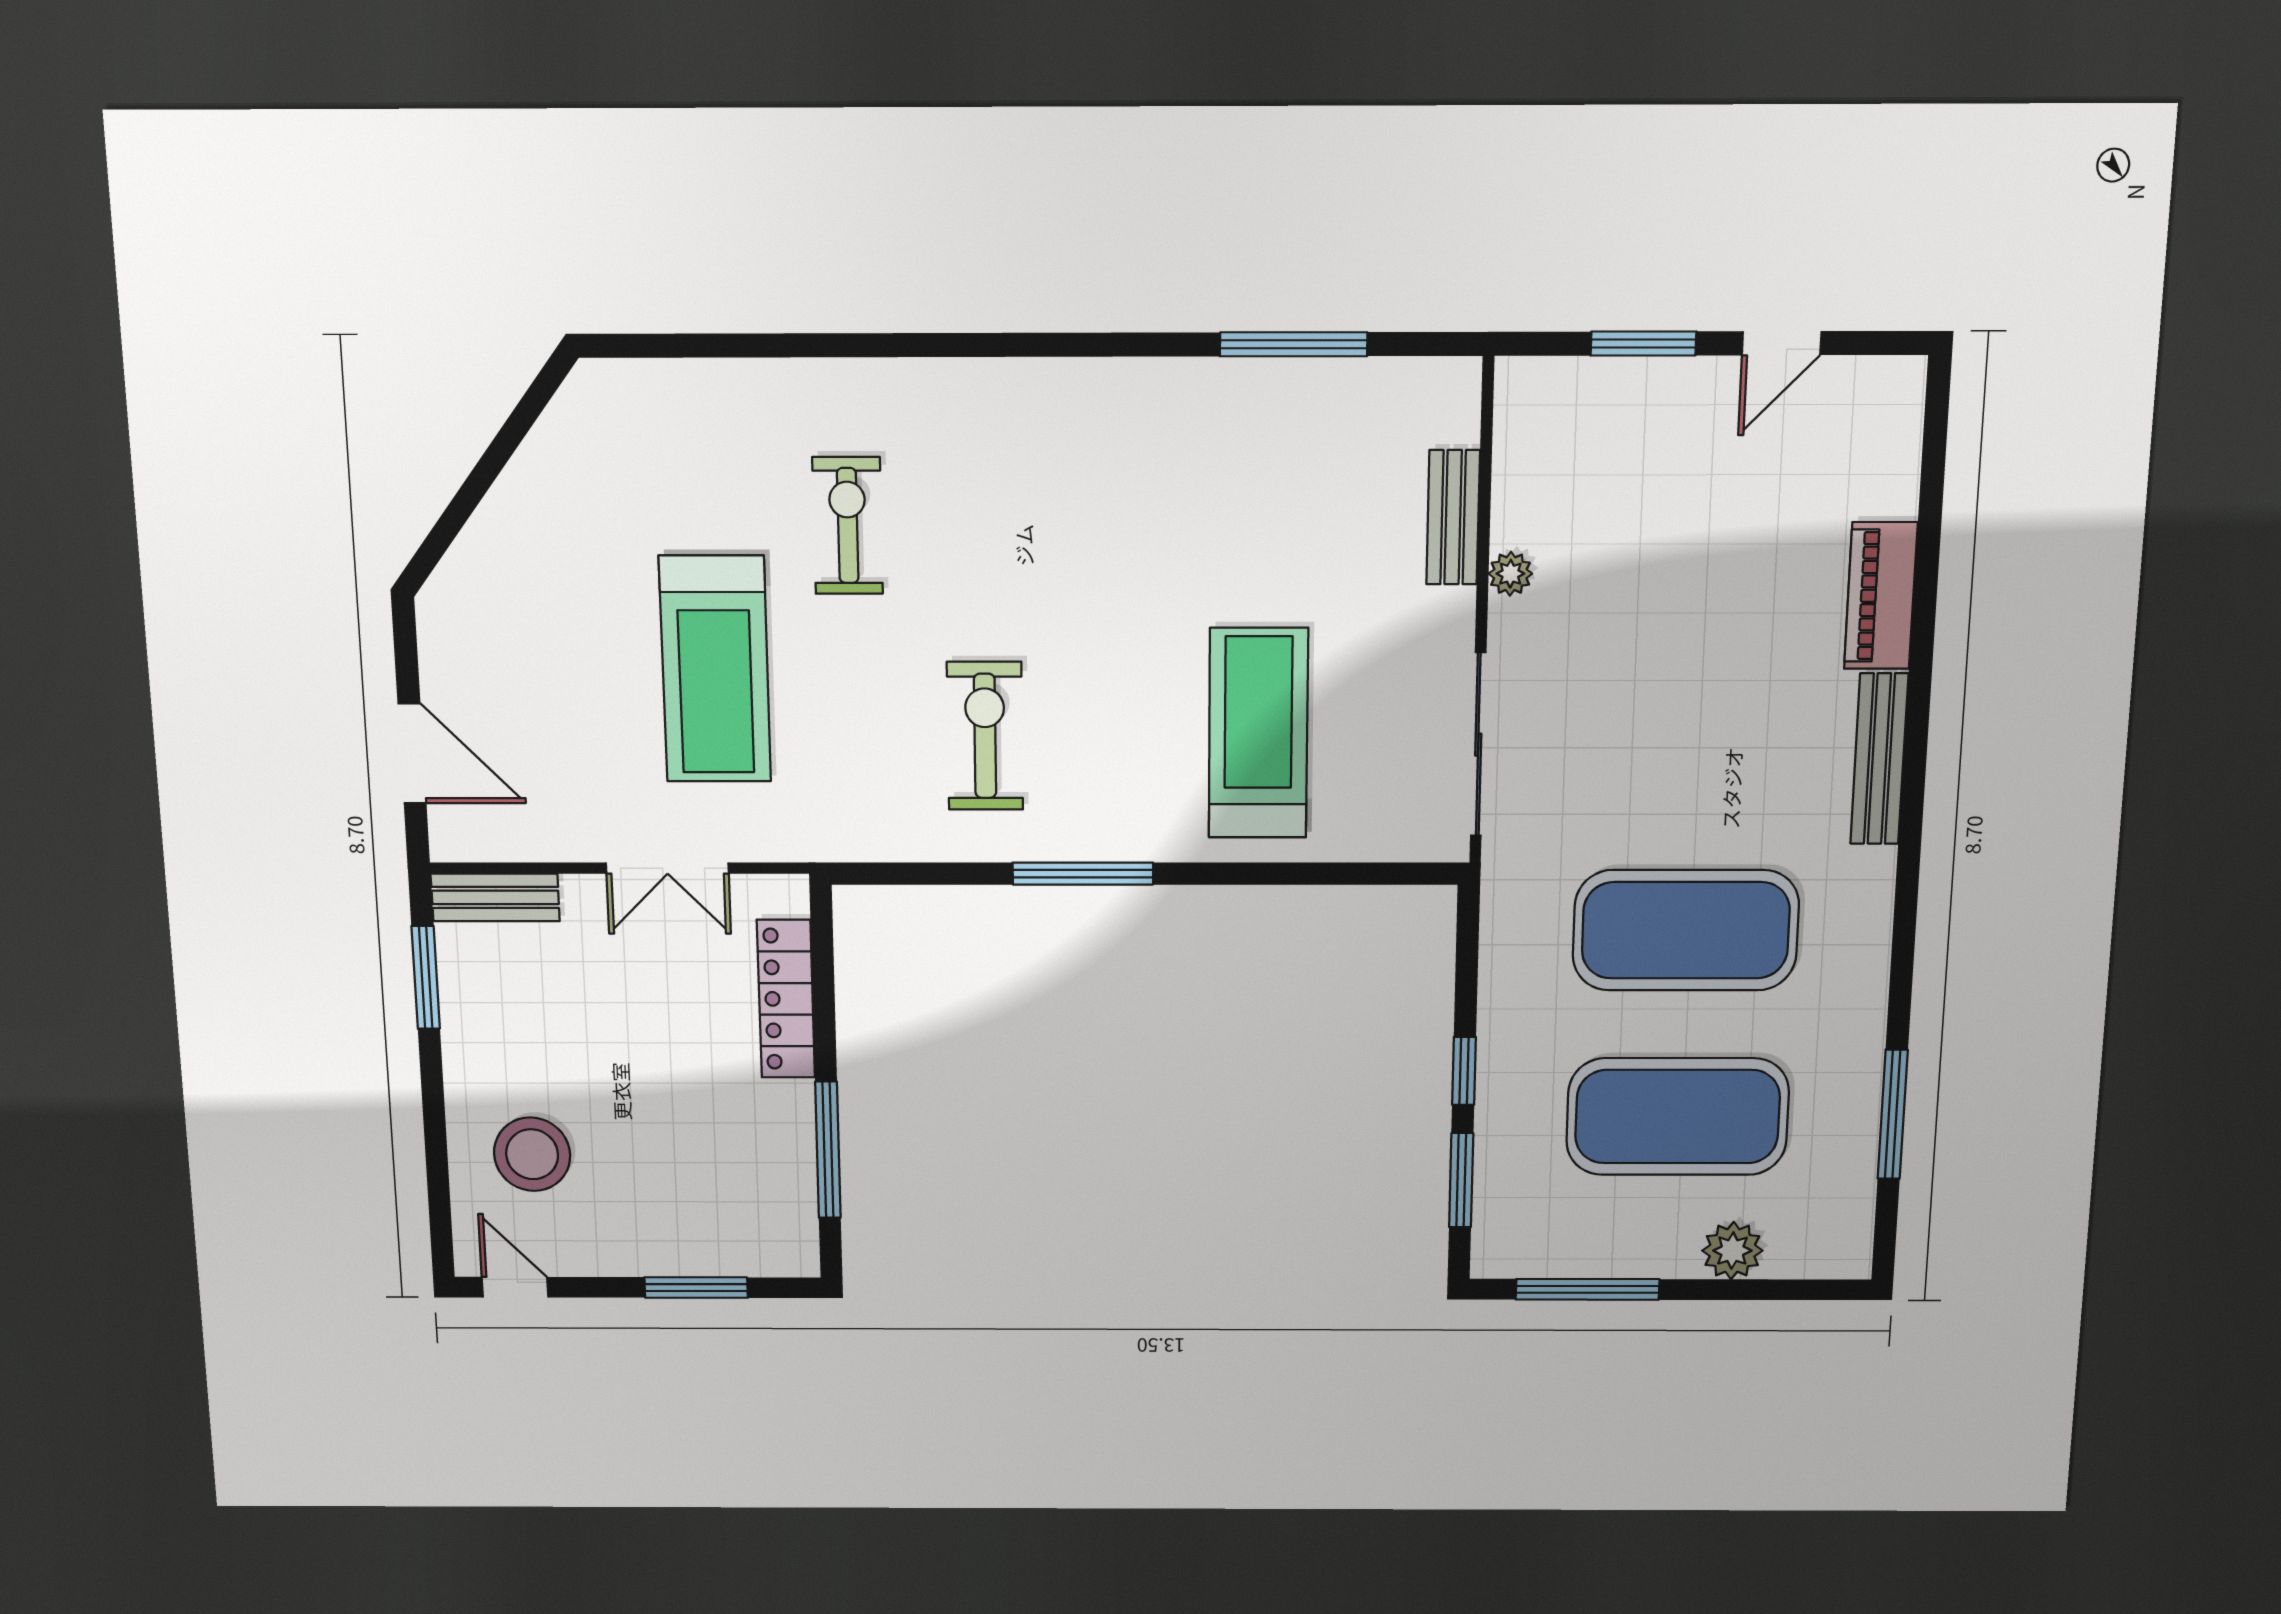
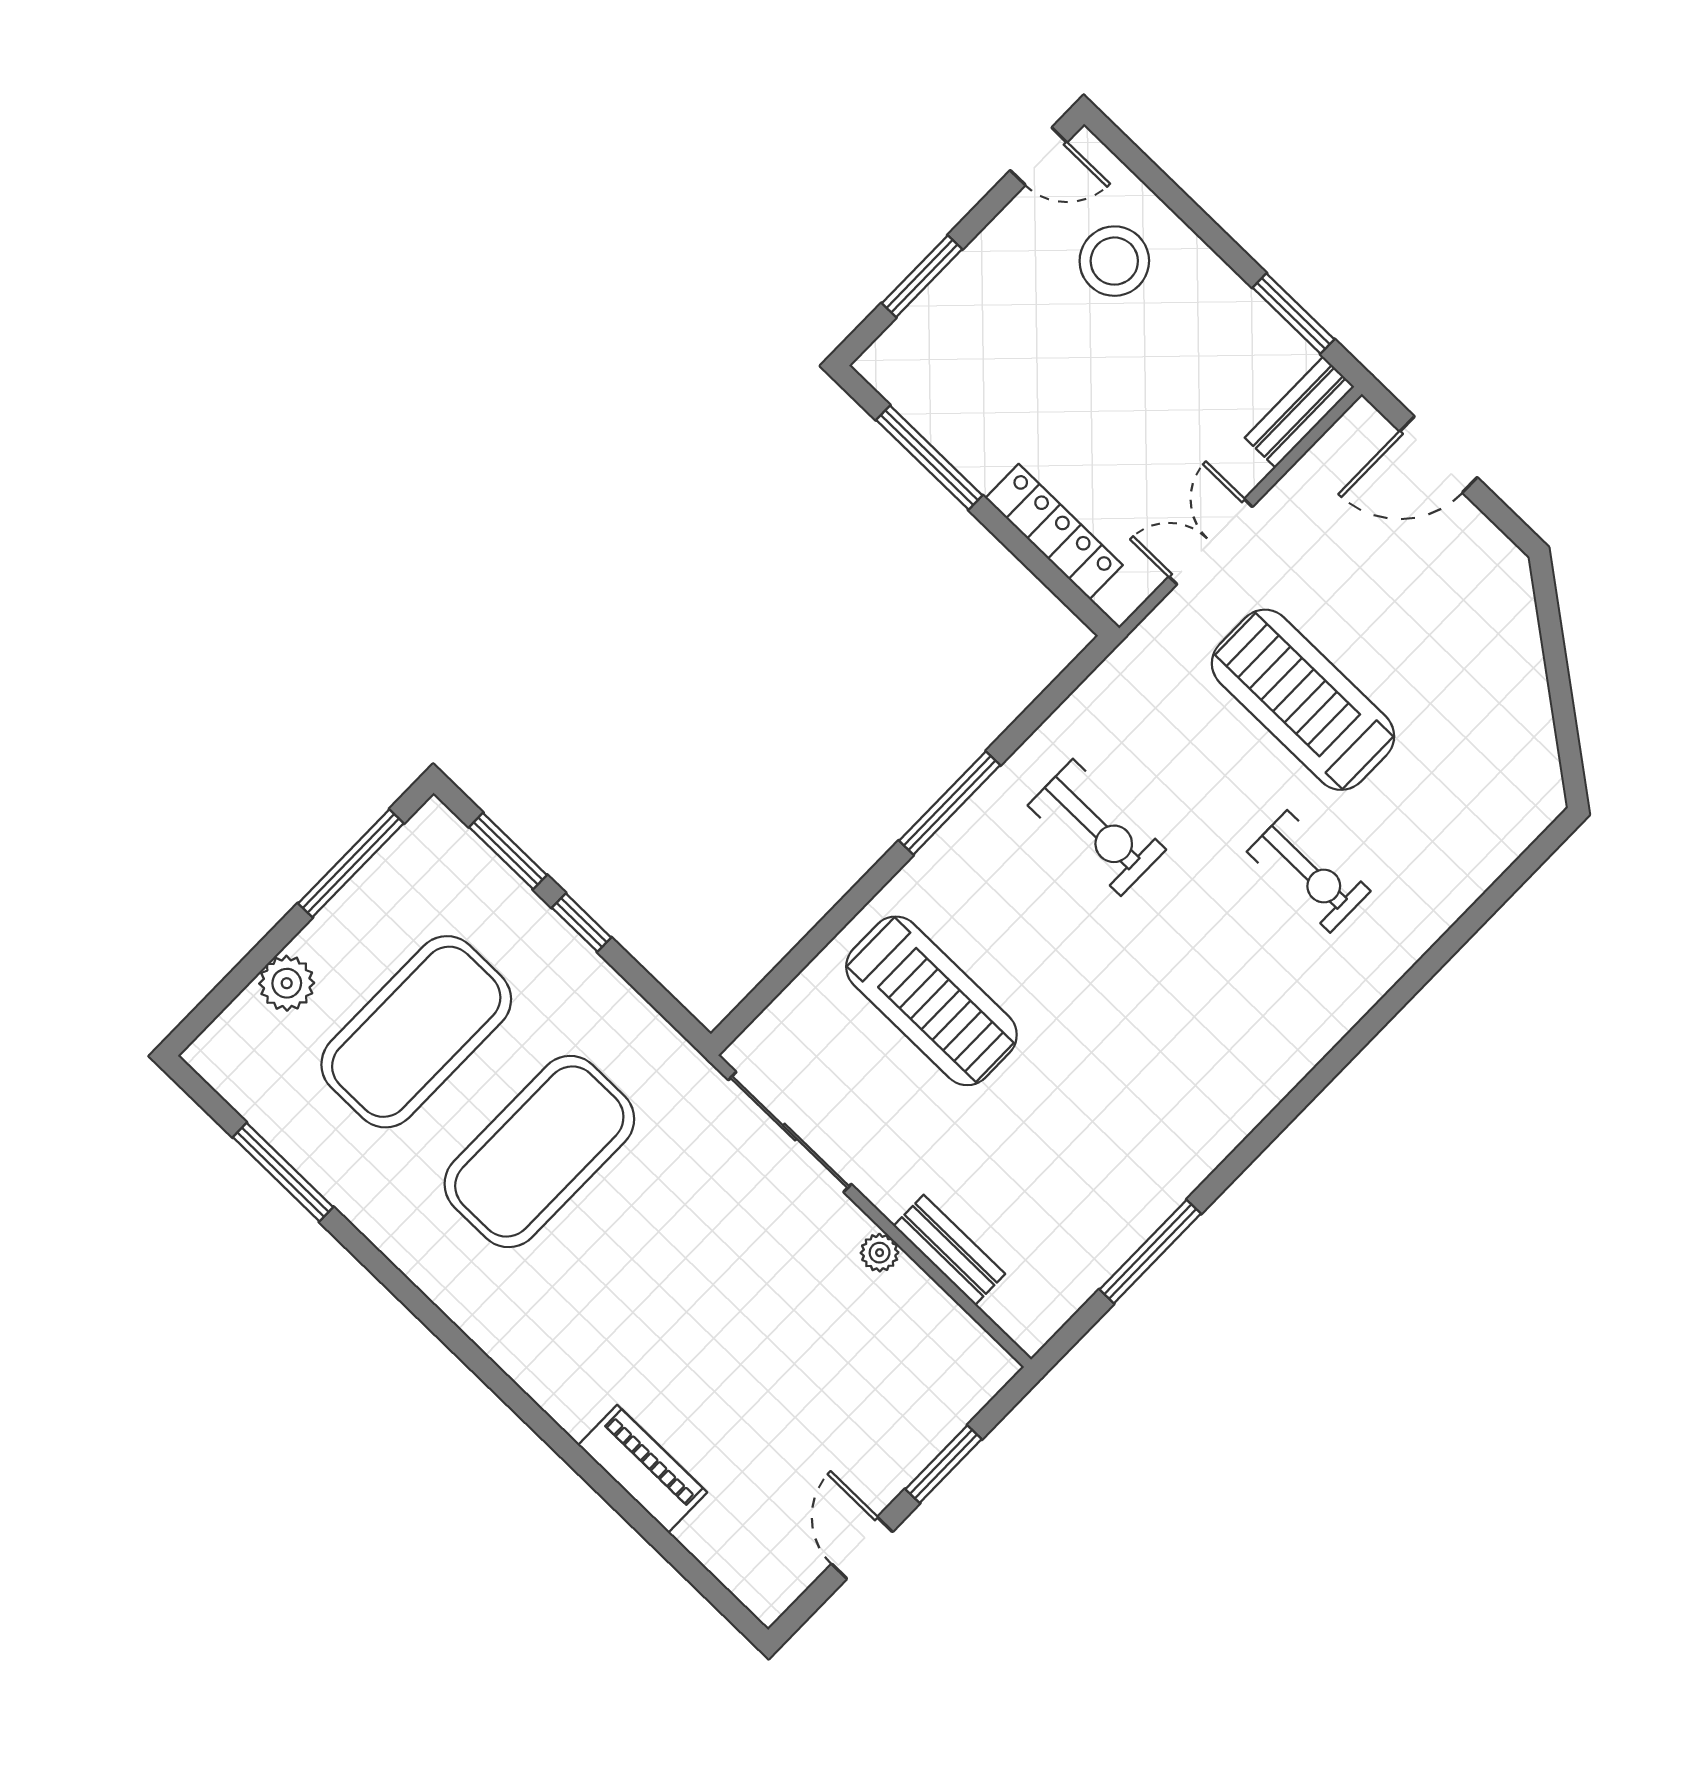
bench: (1879, 759) -> (536, 1375), removed

